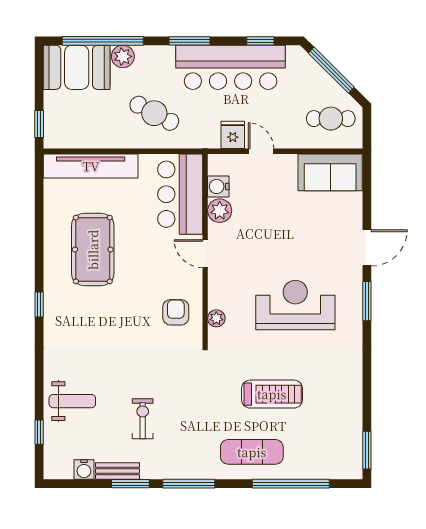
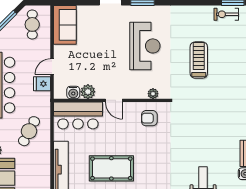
door: (205, 254) -> (114, 100), hinge flipped
reception desk: (295, 305) -> (145, 46), turned 180
exercise bike: (143, 419) -> (226, 14), moved
exercise mat: (252, 452) -> (234, 72), removed

